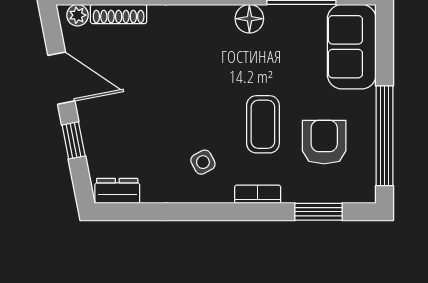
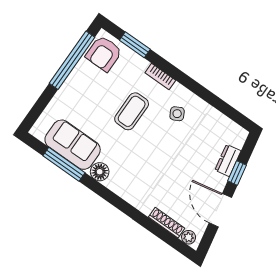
sofa: (352, 47) -> (73, 145), moved, turned -90
armchair: (324, 142) -> (104, 54), moved
dresser: (117, 191) -> (228, 160), moved, turned 79

